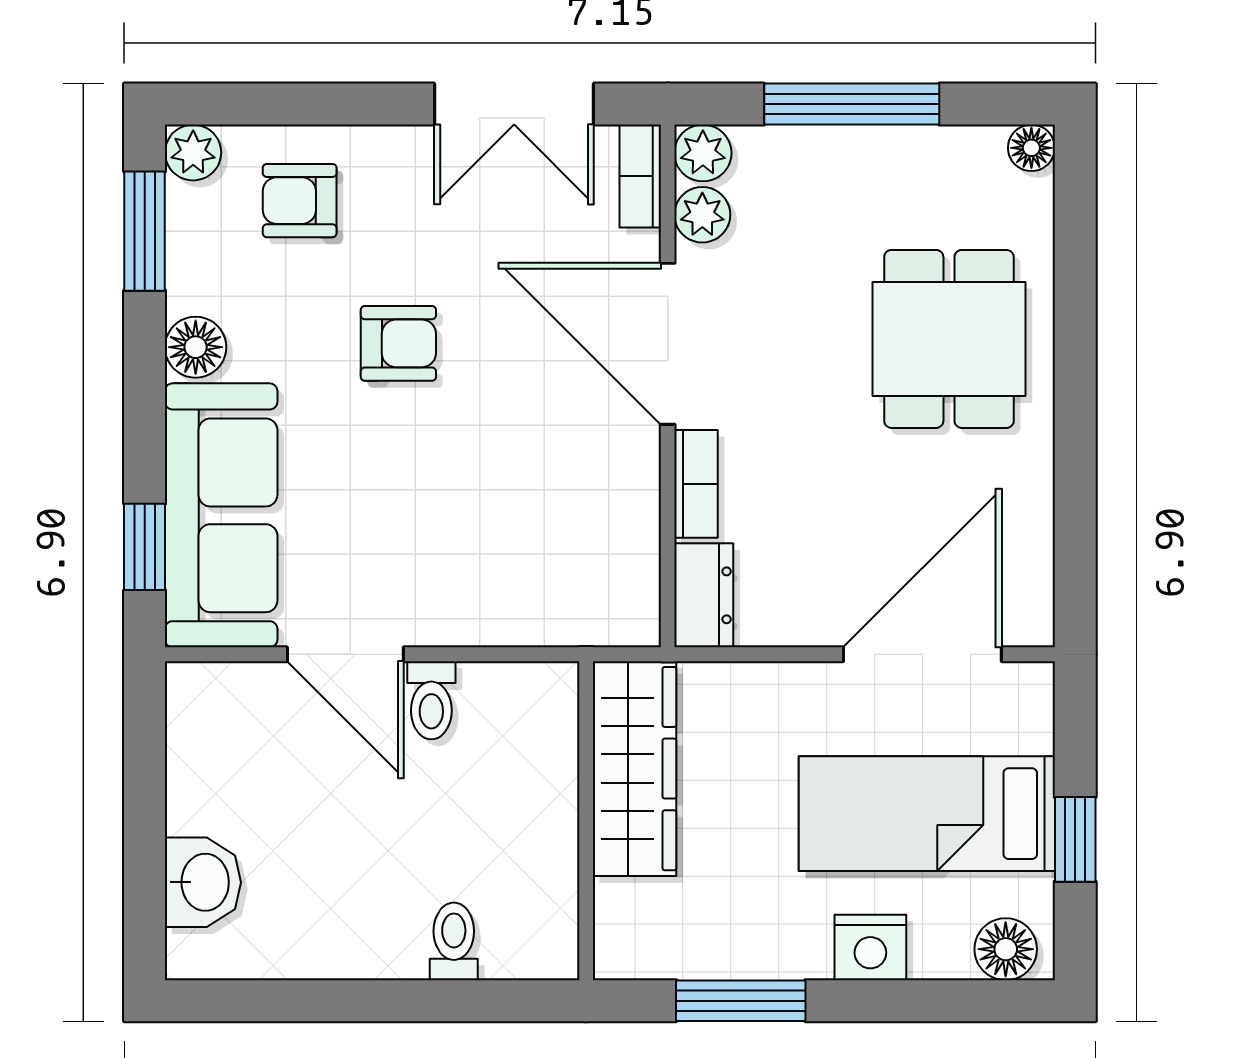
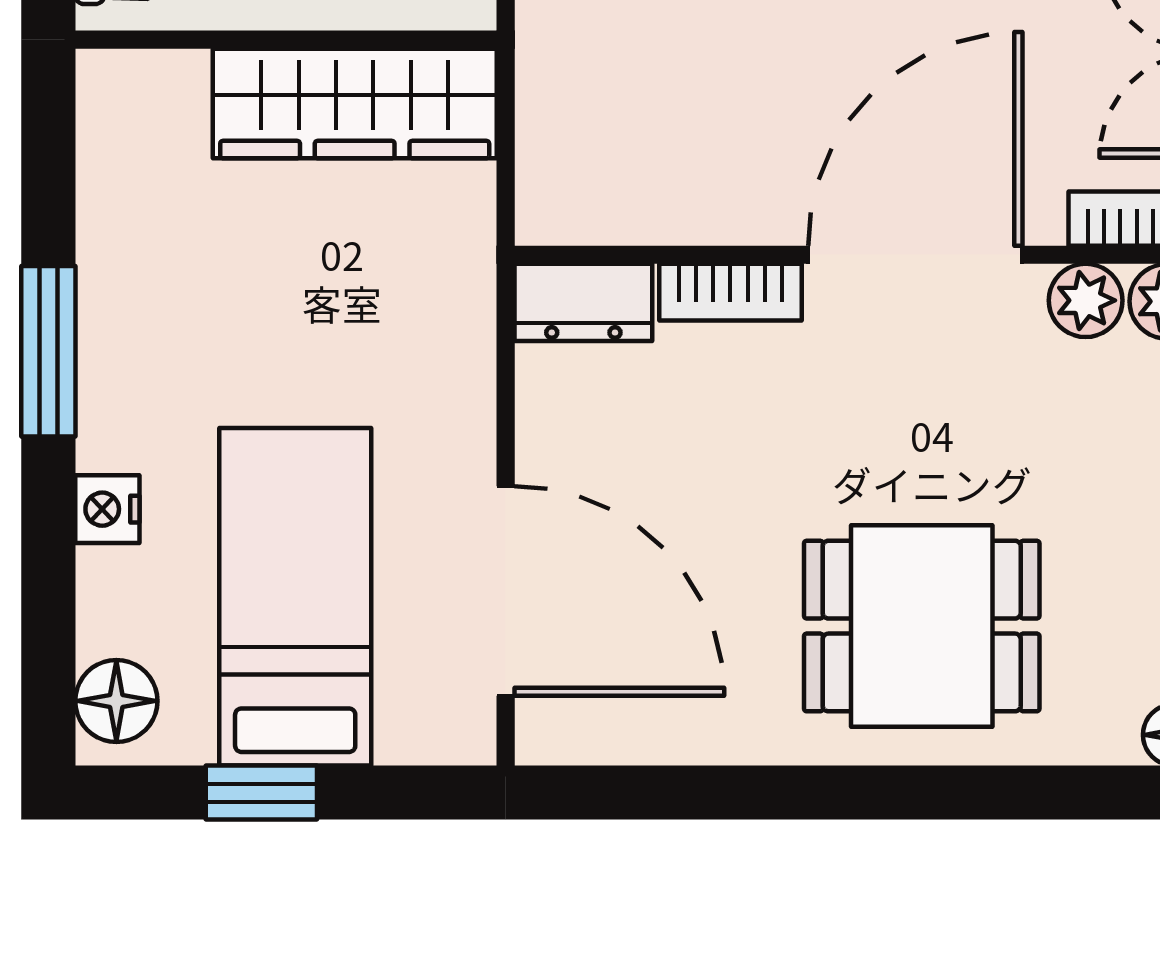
wardrobe: (634, 769) -> (355, 103), moved
wall: (586, 821) -> (286, 40), moved
nightstand: (870, 947) -> (107, 509), width x0.72, depth x0.74

